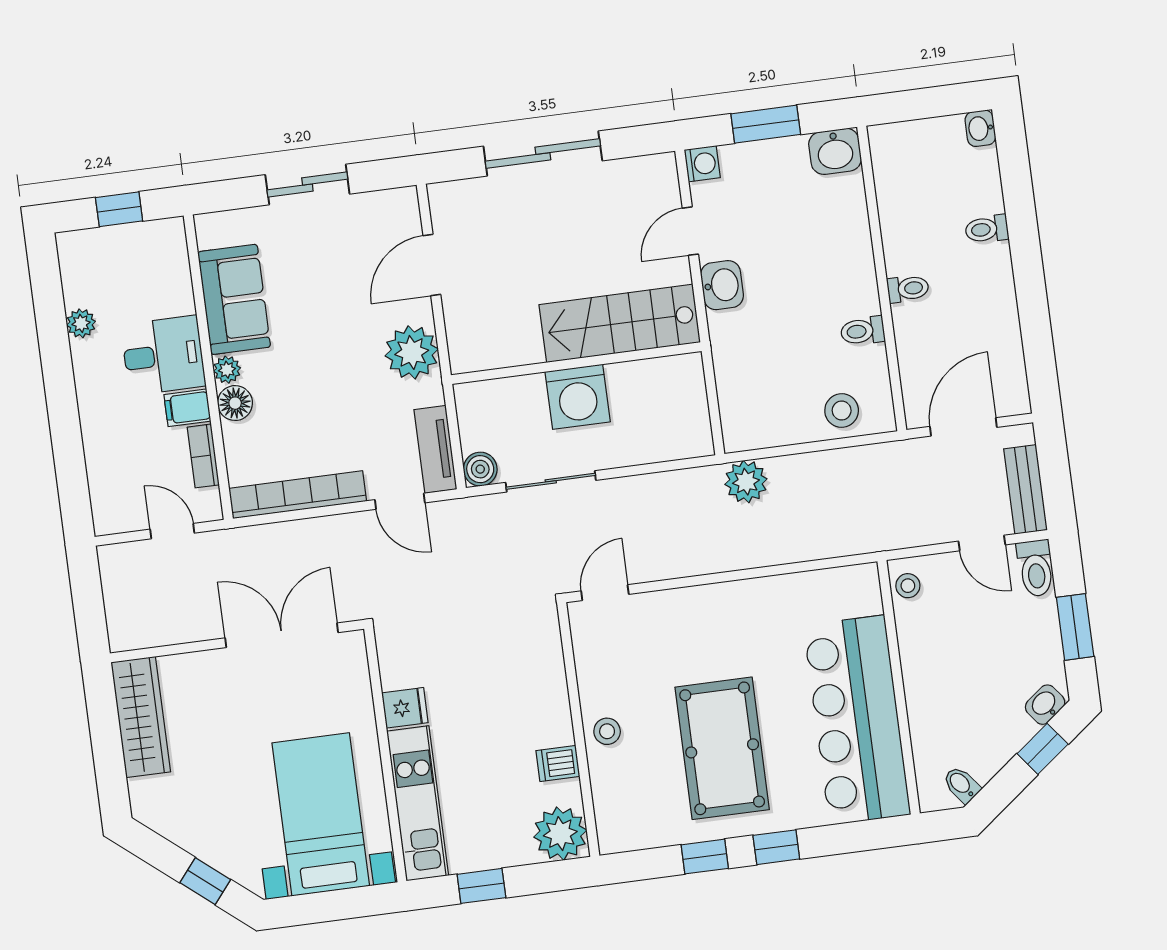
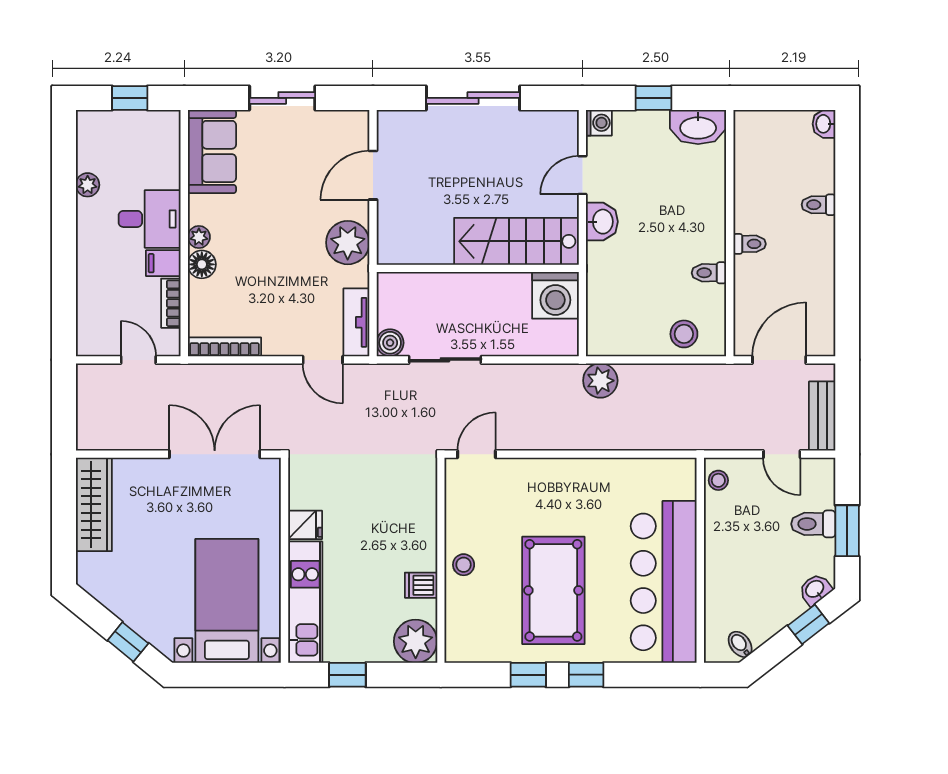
window: (766, 124) -> (654, 98), width x0.67
washbasin: (835, 151) -> (698, 127), width x1.38
sofa: (234, 299) -> (212, 151), moved
washing machine: (578, 397) -> (555, 295), moved
bookcase: (298, 495) -> (224, 347), width x0.68, depth x0.76
toilet: (1036, 568) -> (813, 524), moved, turned 90

